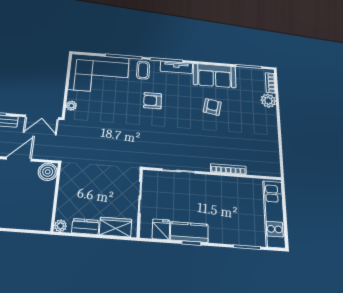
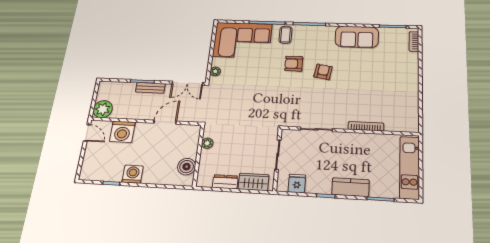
tv unit: (176, 67) -> (319, 30), removed
plant: (268, 101) -> (411, 59), removed
armchair: (212, 107) -> (323, 72), moved
boiler: (48, 172) -> (187, 167), moved
plant: (60, 226) -> (207, 143), moved
kitchen counter: (189, 232) -> (350, 187), moved

